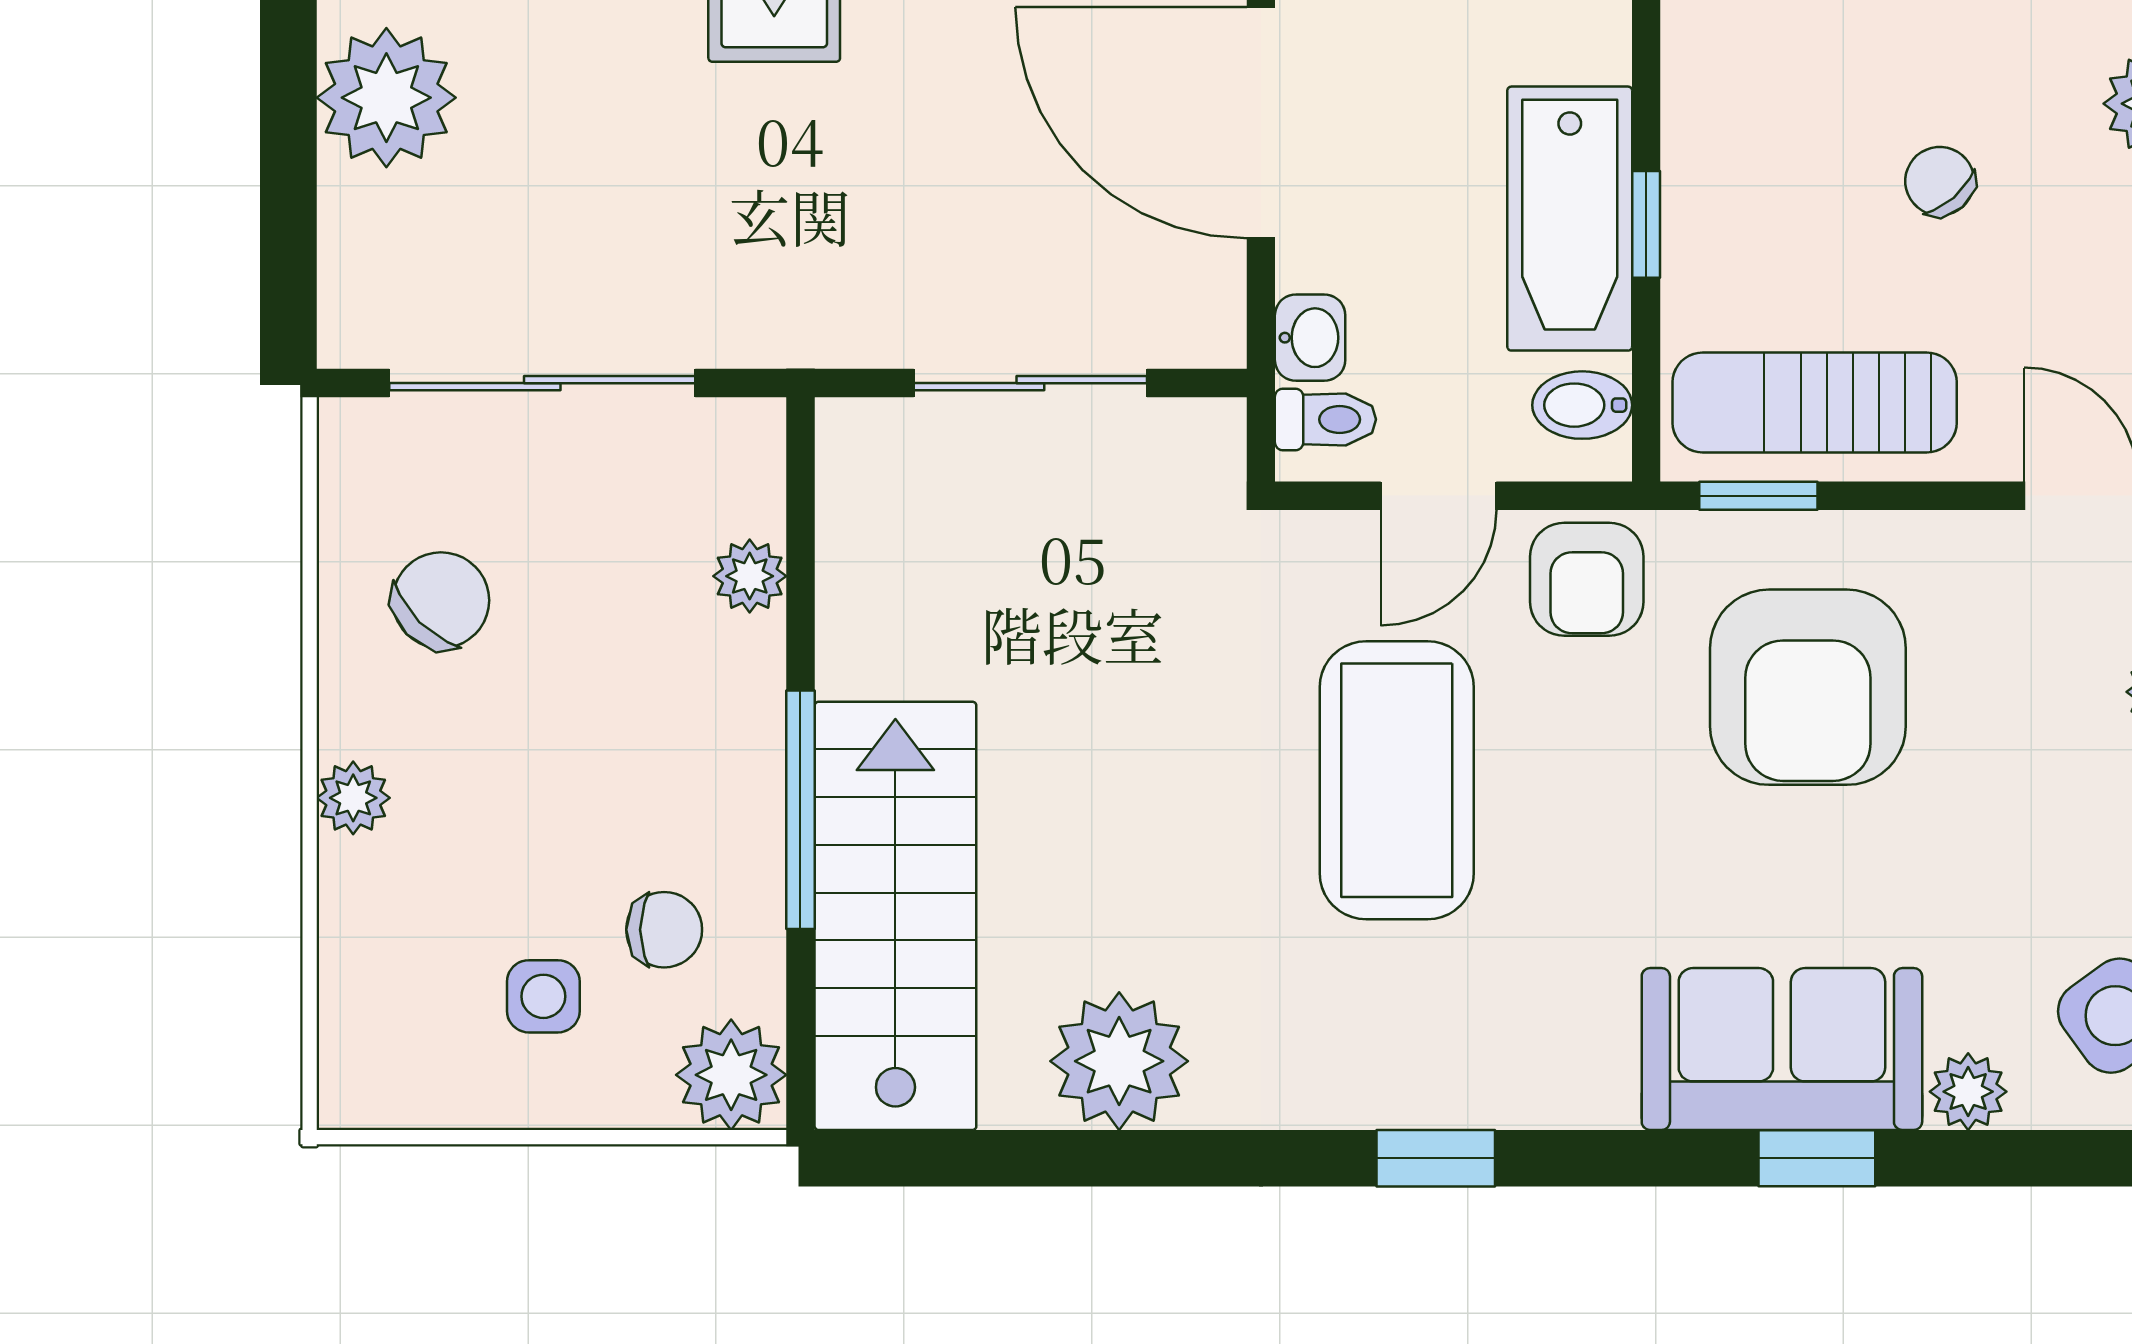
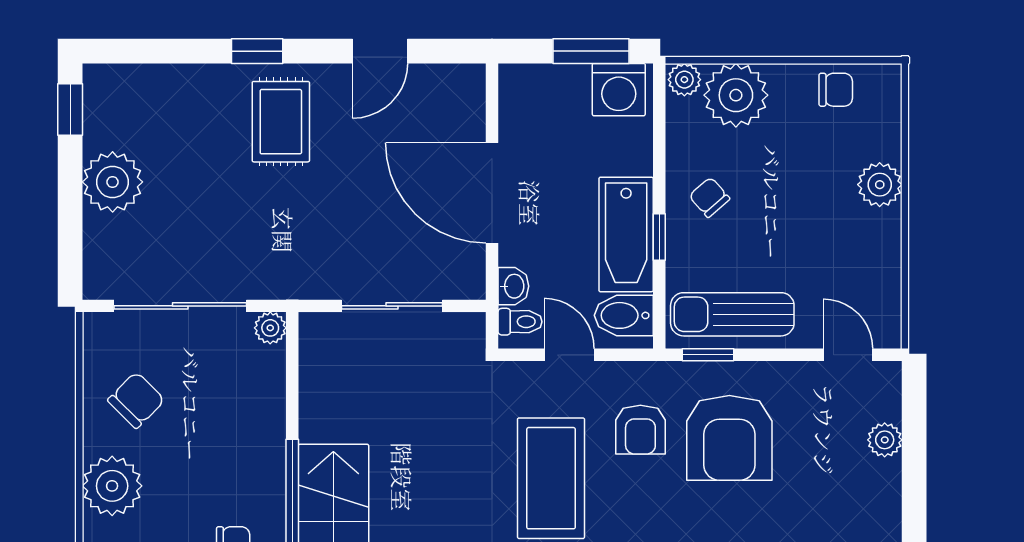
chair: (1940, 181) -> (709, 197), moved
bidet: (1582, 405) -> (624, 315), width x1.38, depth x1.36
door: (1439, 496) -> (569, 355), swing flipped
plant: (750, 576) -> (270, 328), moved
armchair: (1587, 579) -> (640, 430), moved
plant: (353, 798) -> (112, 486), width x1.87, depth x1.87

